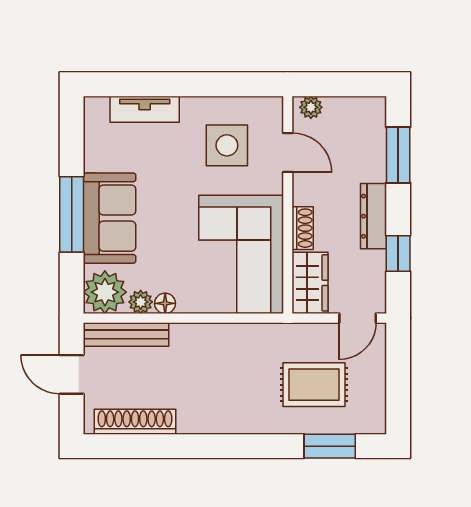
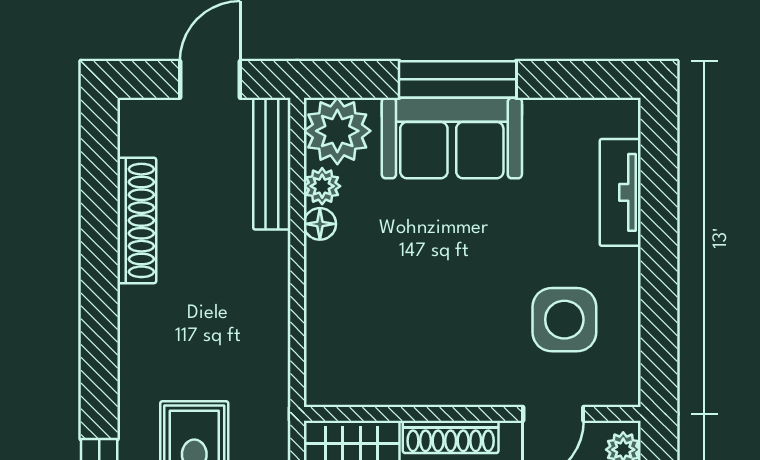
shoe rack: (303, 228) -> (451, 437), width x1.43
corner sofa: (241, 254) -> (396, 342), removed
shoe rack: (135, 422) -> (137, 220), moved

